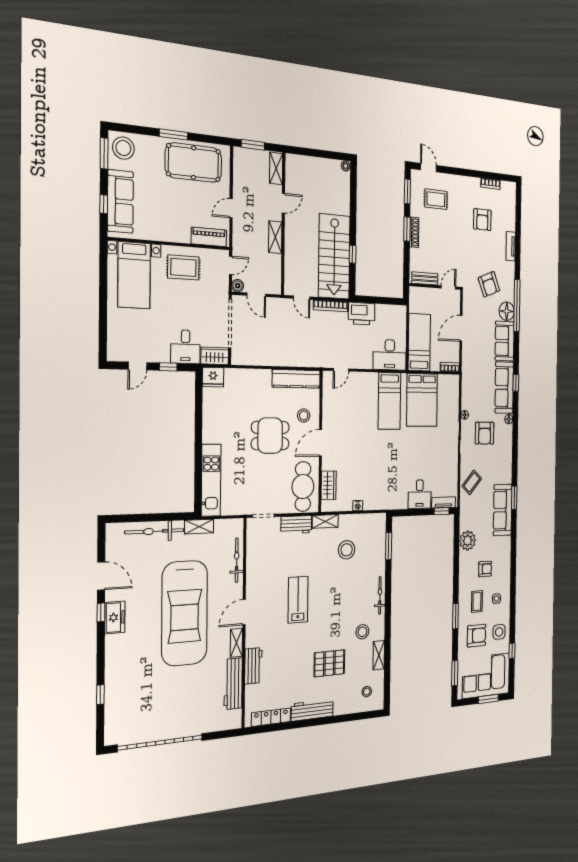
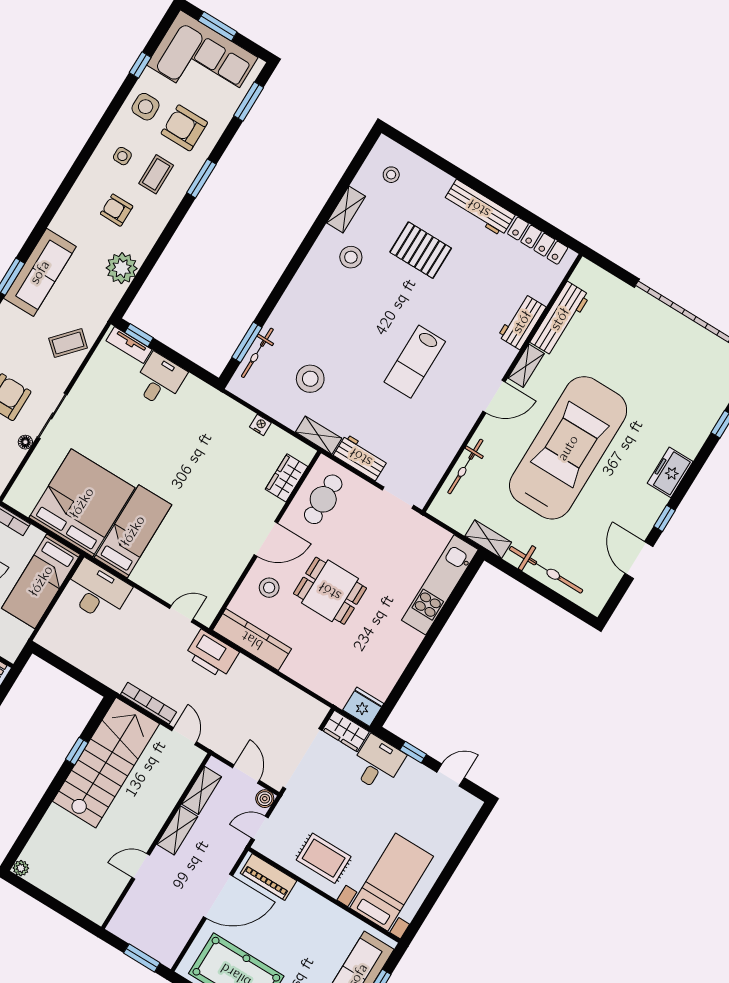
shelving: (276, 168) -> (202, 790), moved
door: (231, 208) -> (218, 896), width x1.88
printer: (362, 314) -> (212, 654), moved, turned 180
bed: (422, 400) -> (82, 503), width x1.36
cafe table: (303, 487) -> (323, 499), width x0.73, depth x0.74
bicycle: (380, 595) -> (257, 353), moved
freezer: (115, 617) -> (670, 472), moved

